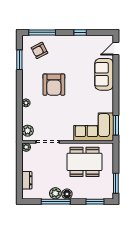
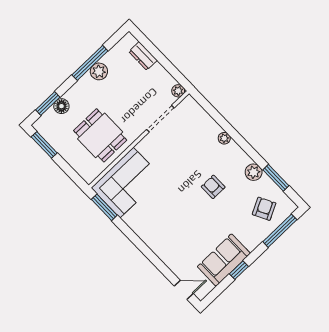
door: (116, 49) -> (184, 290), hinge flipped
sofa: (104, 74) -> (224, 260), moved, turned -90
armchair: (54, 85) -> (213, 187), width x0.53, depth x0.53
plant: (28, 131) -> (254, 172), moved
dining table: (84, 162) -> (100, 135), width x0.73
floor lamp: (67, 194) -> (61, 106), moved

